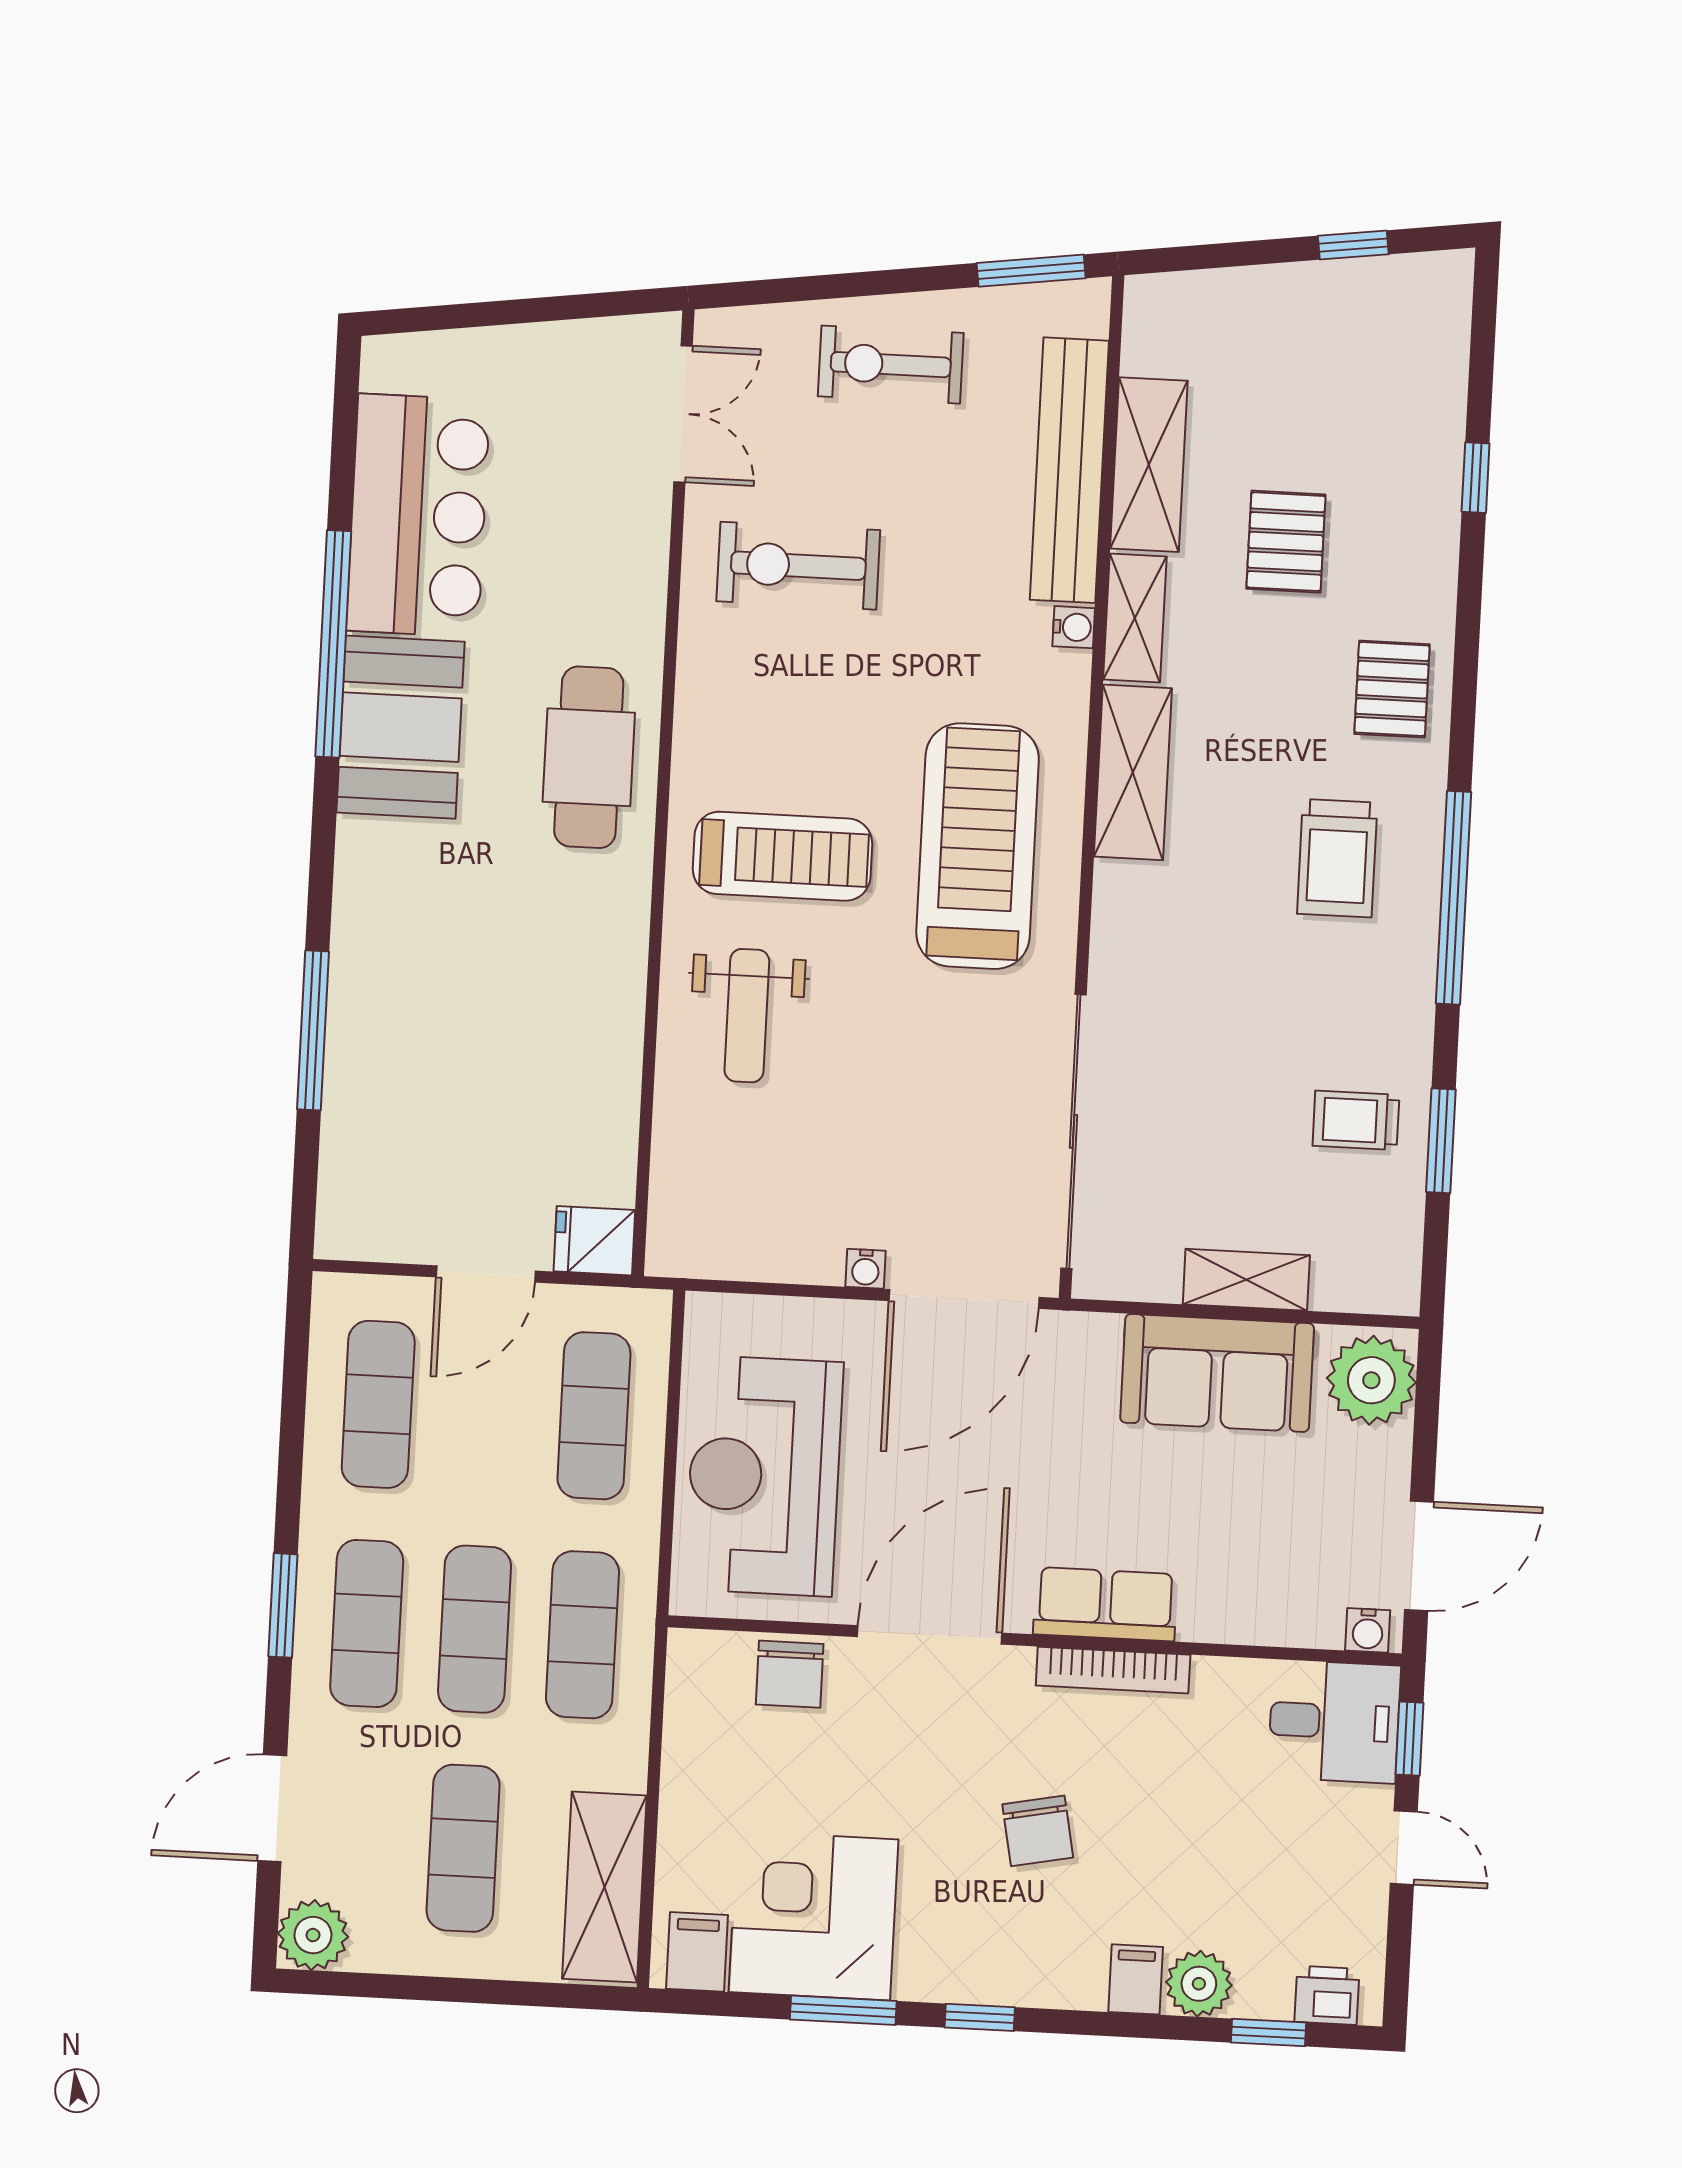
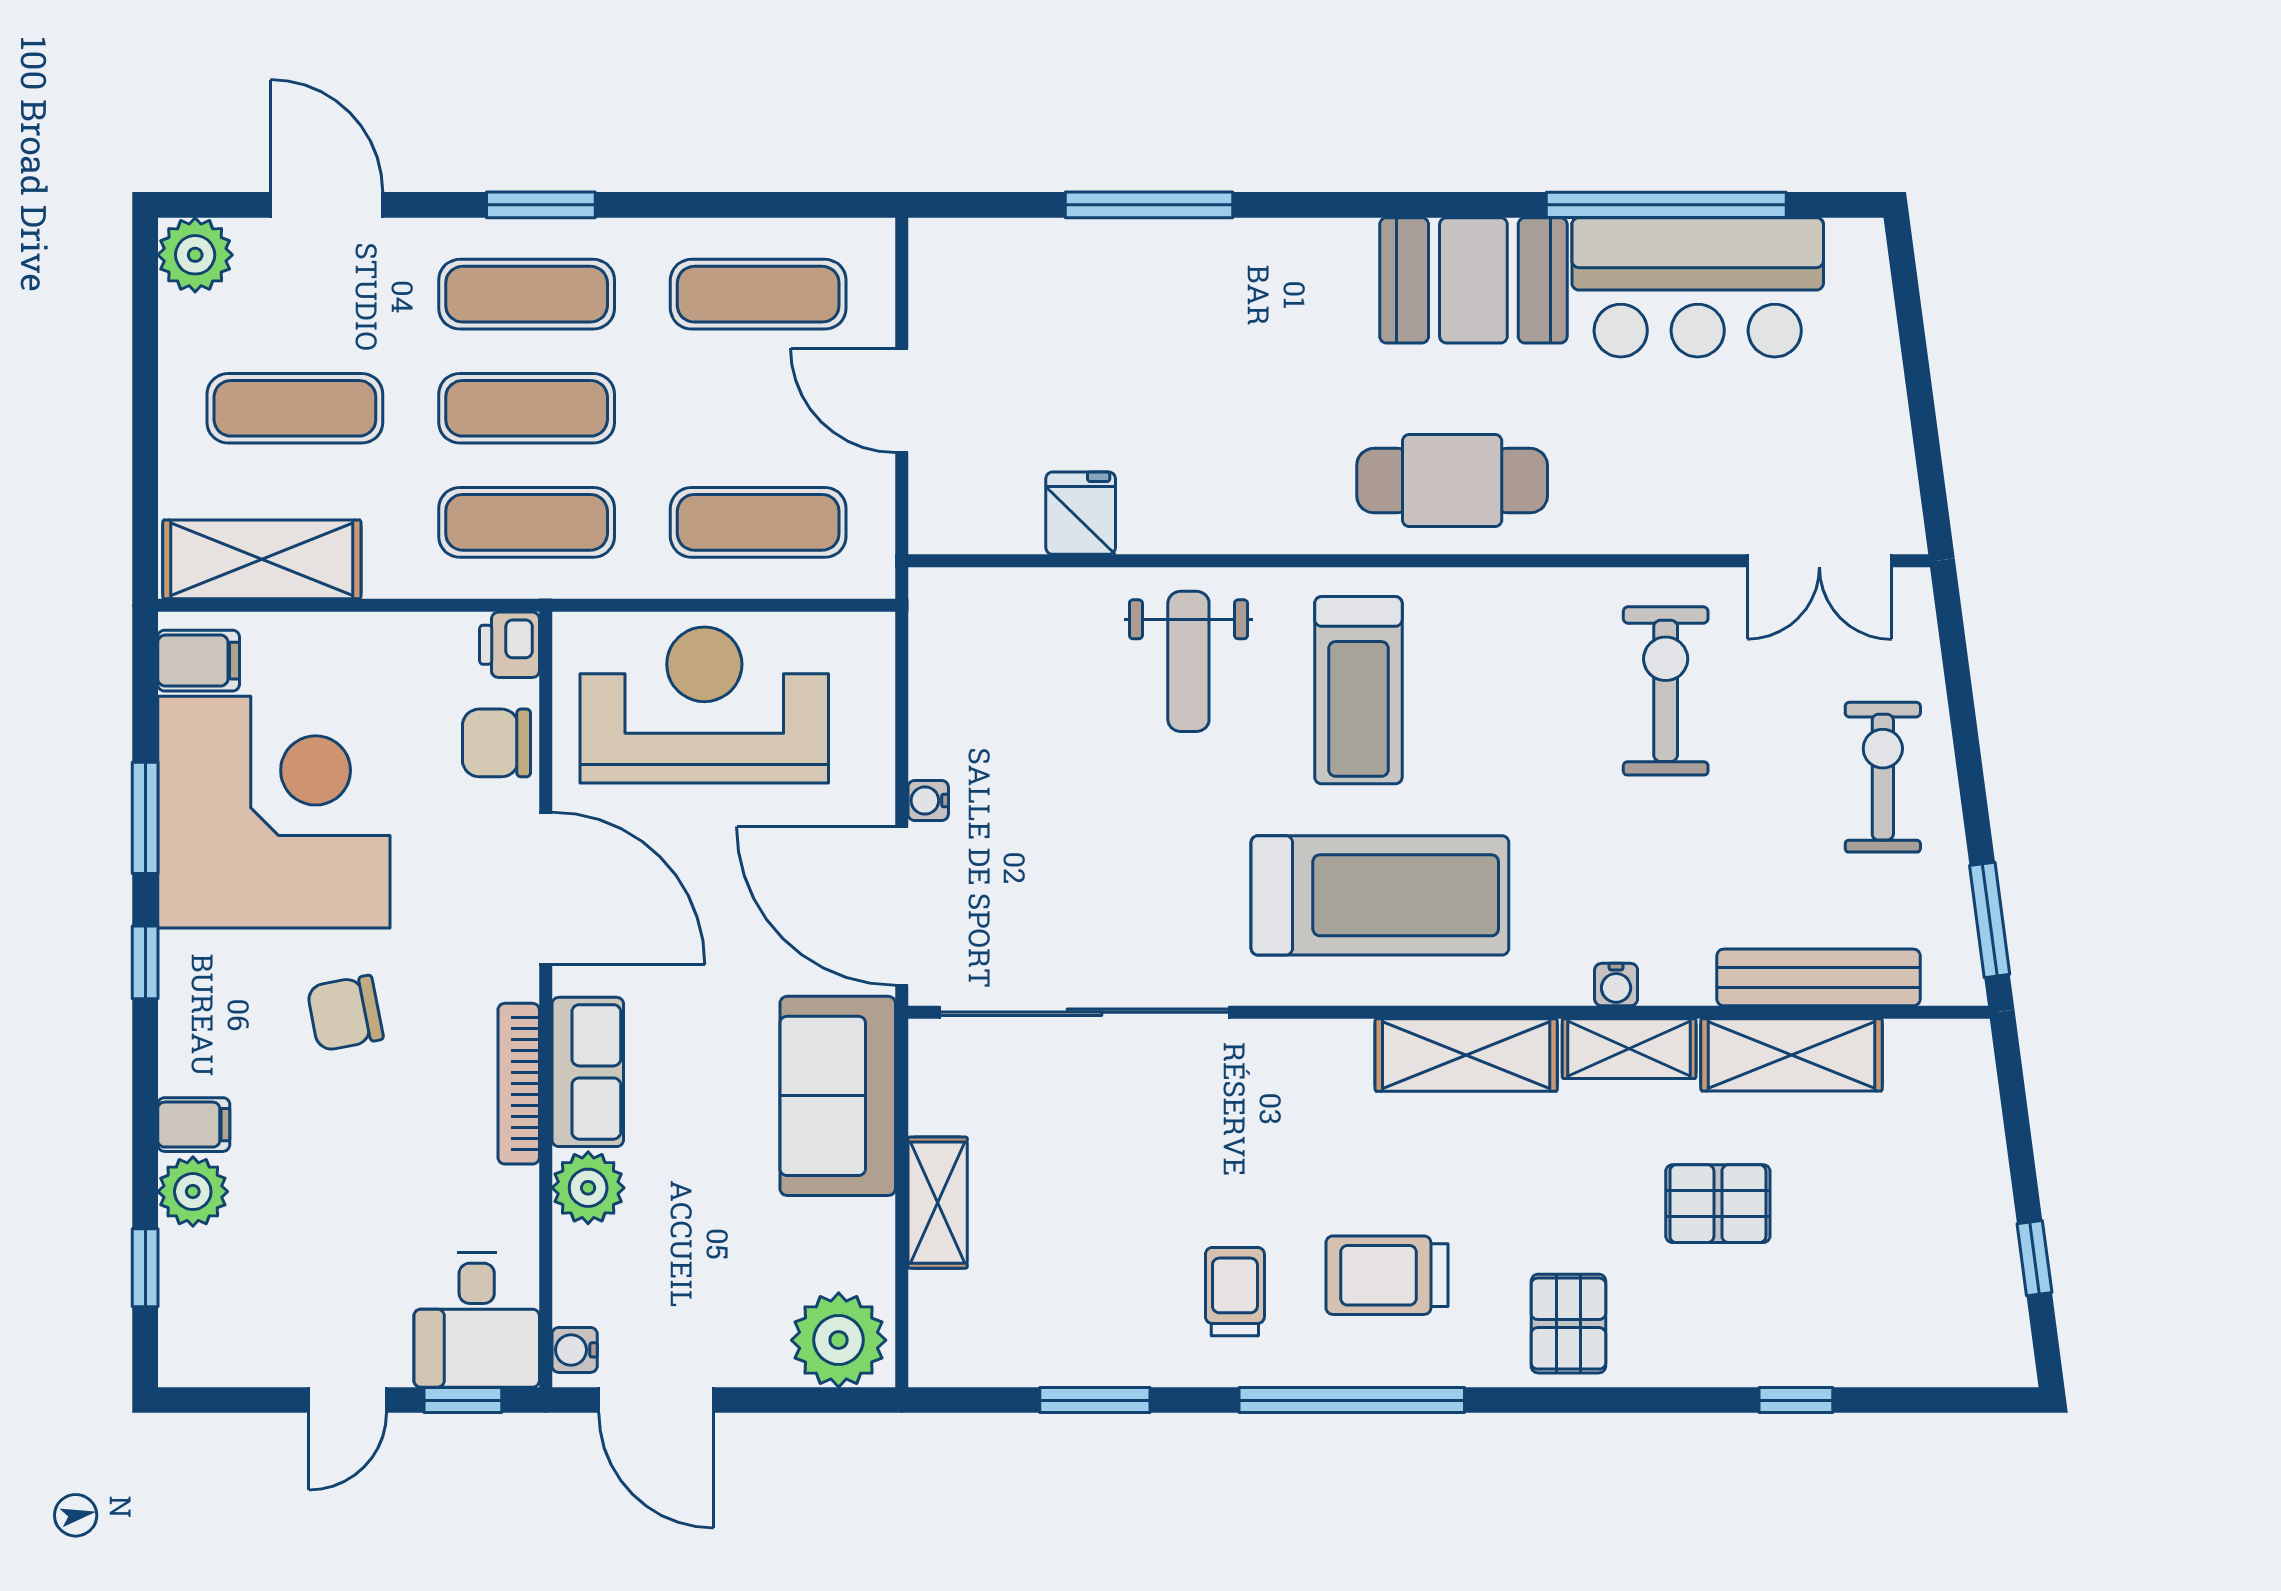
bench: (1069, 470) -> (1819, 977), width x0.73, depth x0.82
window: (333, 644) -> (1666, 205), moved
pallet: (1392, 689) -> (1568, 1324), turned 90
weight bench: (747, 1016) -> (1188, 661), turned -90
trolley: (1356, 1120) -> (1235, 1292), moved
fridge: (594, 1241) -> (1081, 513), moved
sofa: (1217, 1373) -> (838, 1096), moved
plant: (1215, 1610) -> (588, 1188), added
corner desk: (813, 1916) -> (274, 812), width x1.36, depth x1.36
printer: (1327, 1995) -> (510, 645), moved, turned 180

